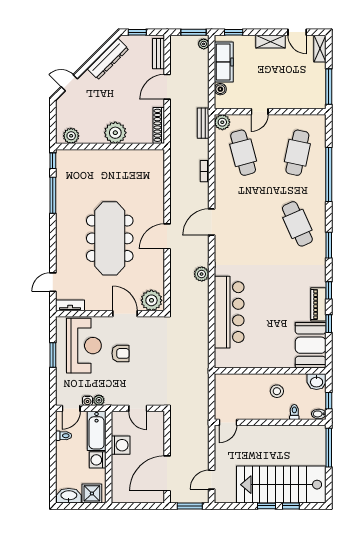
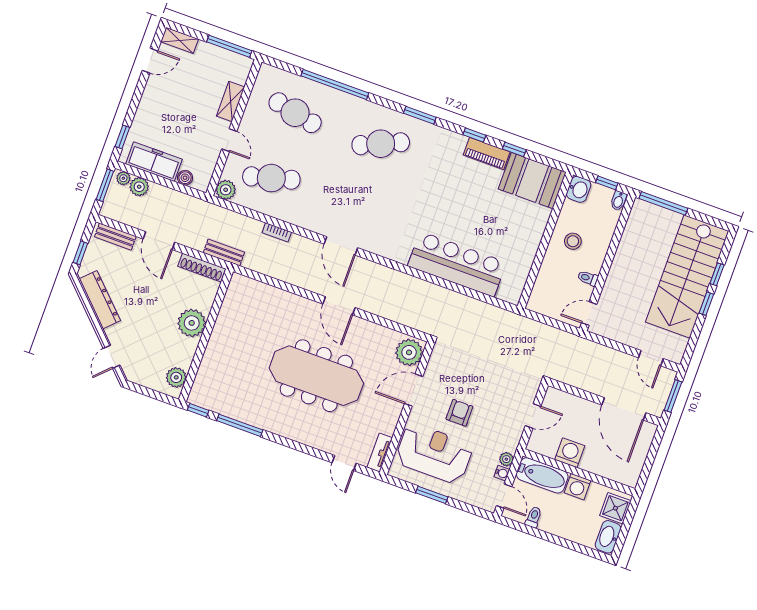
shelving: (270, 42) -> (231, 101), moved
bench: (203, 123) -> (224, 252), moved
plant: (202, 274) -> (139, 187), moved
toilet: (294, 412) -> (588, 278), moved
door: (228, 422) -> (589, 314), swing flipped

